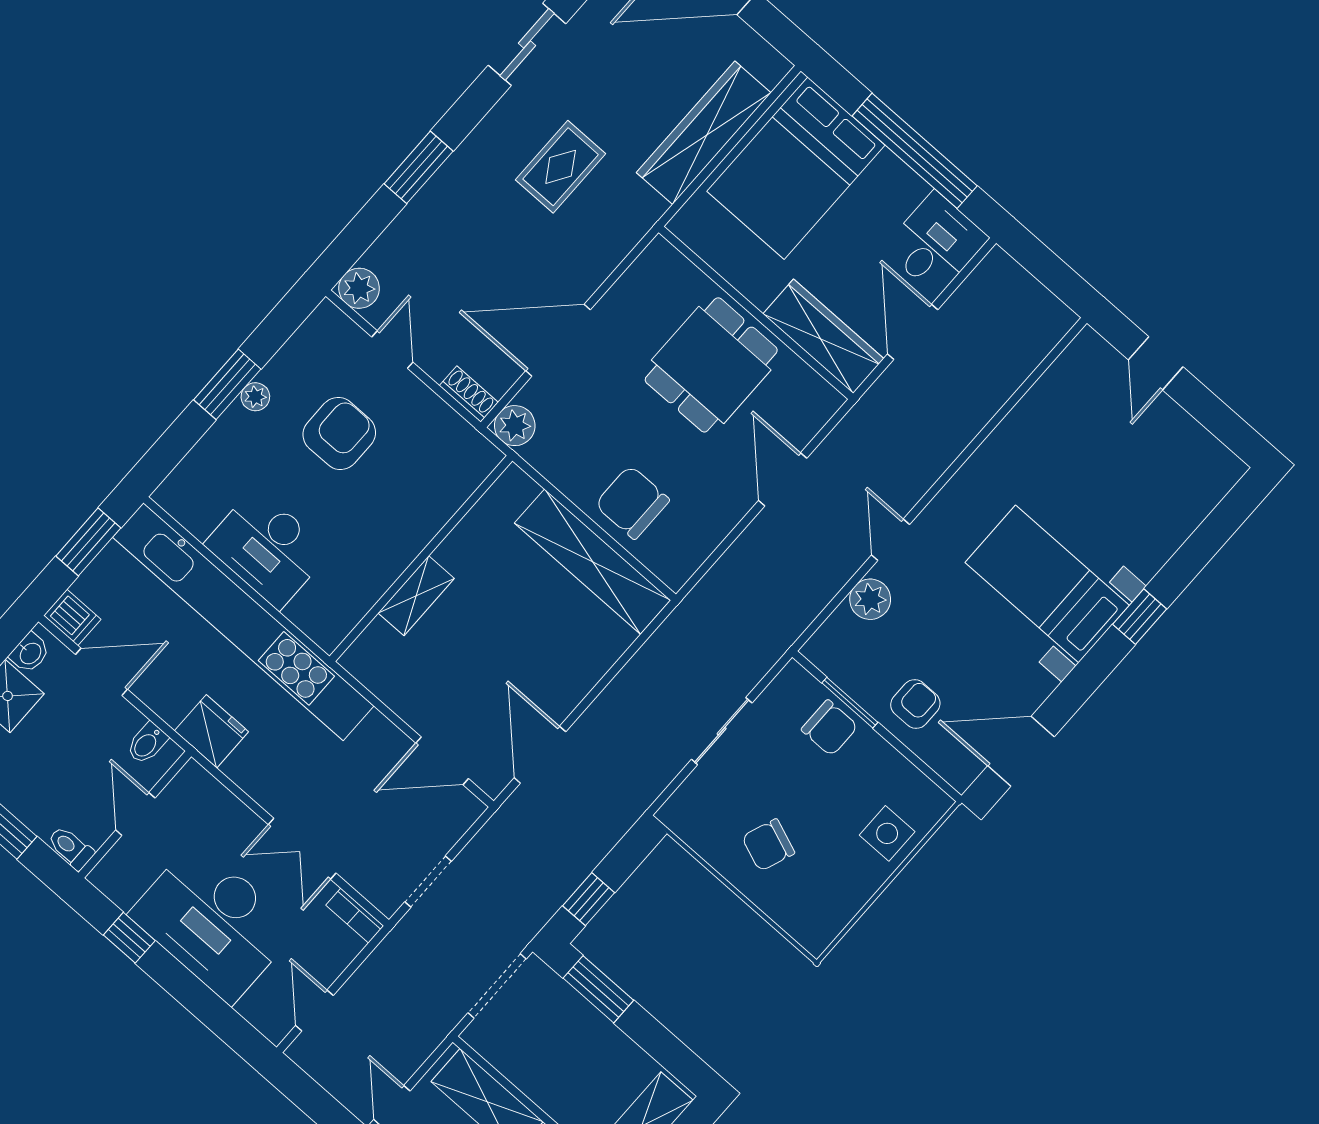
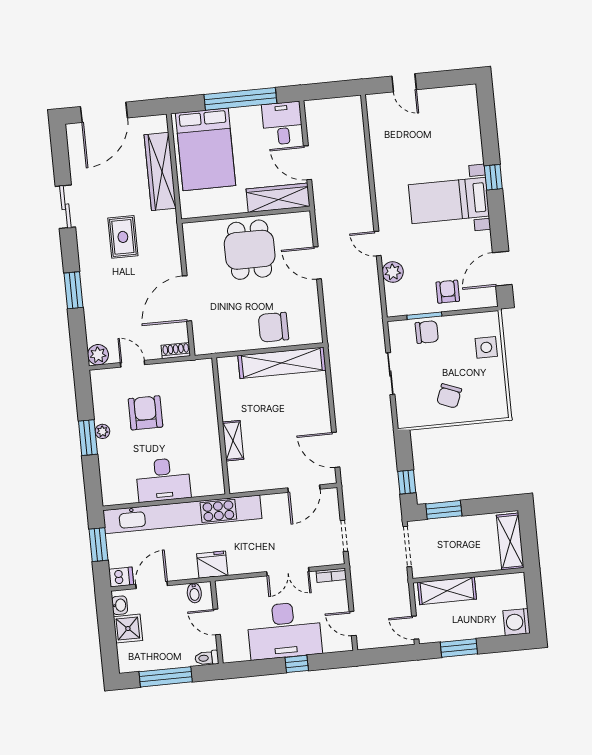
plant: (515, 426) -> (204, 344), removed
window: (129, 938) -> (297, 664), moved

